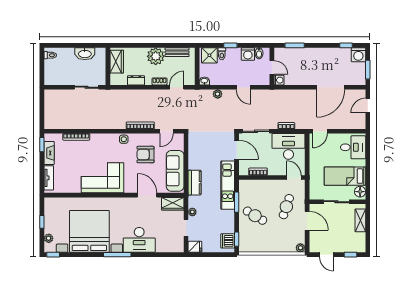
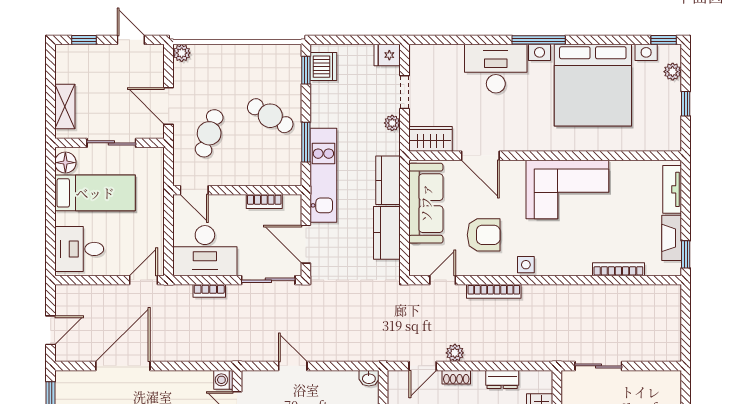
plant: (218, 94) -> (455, 353), moved
kitchen counter: (195, 156) -> (387, 233), added

